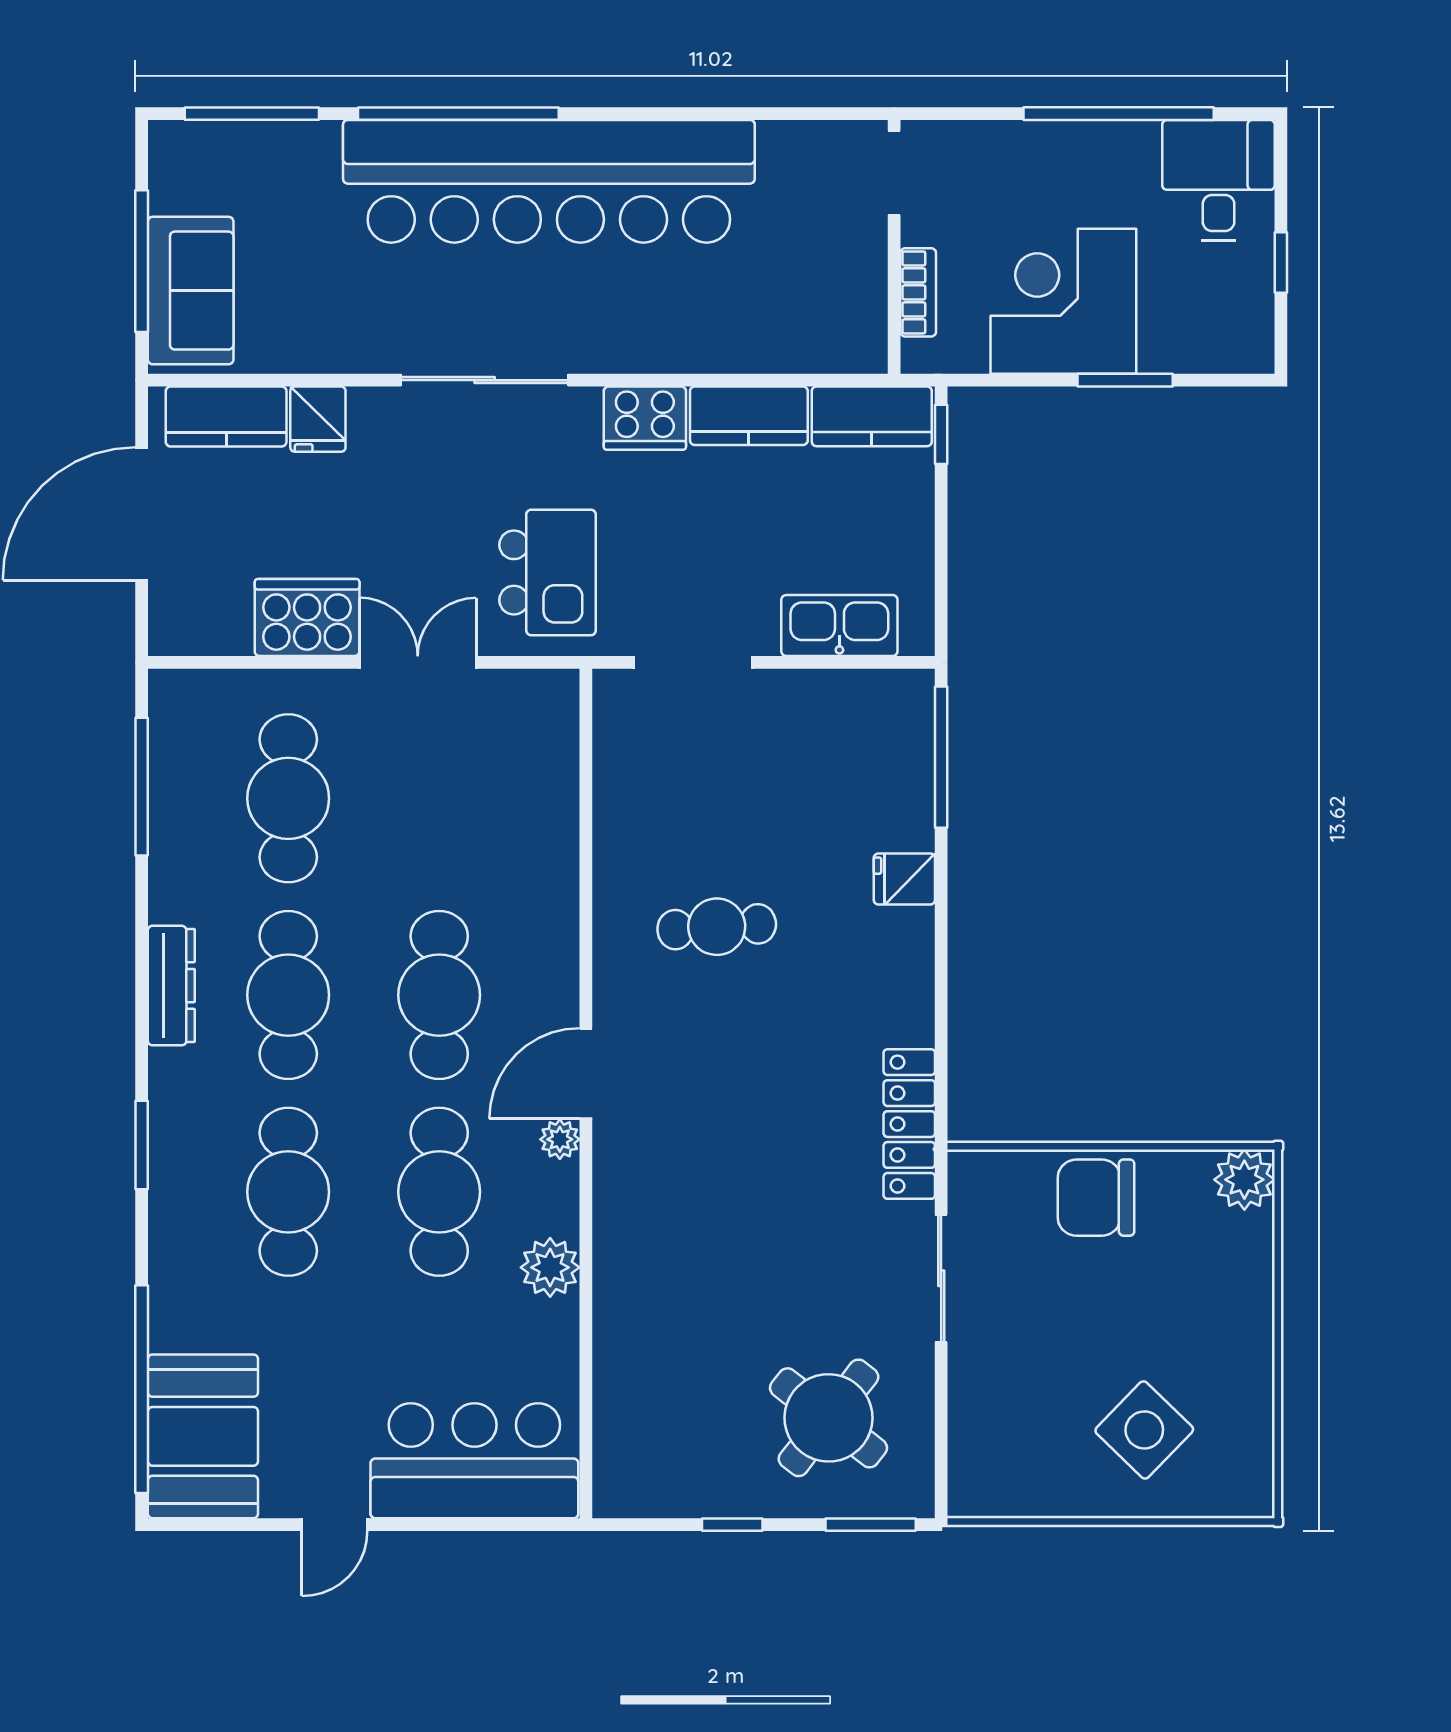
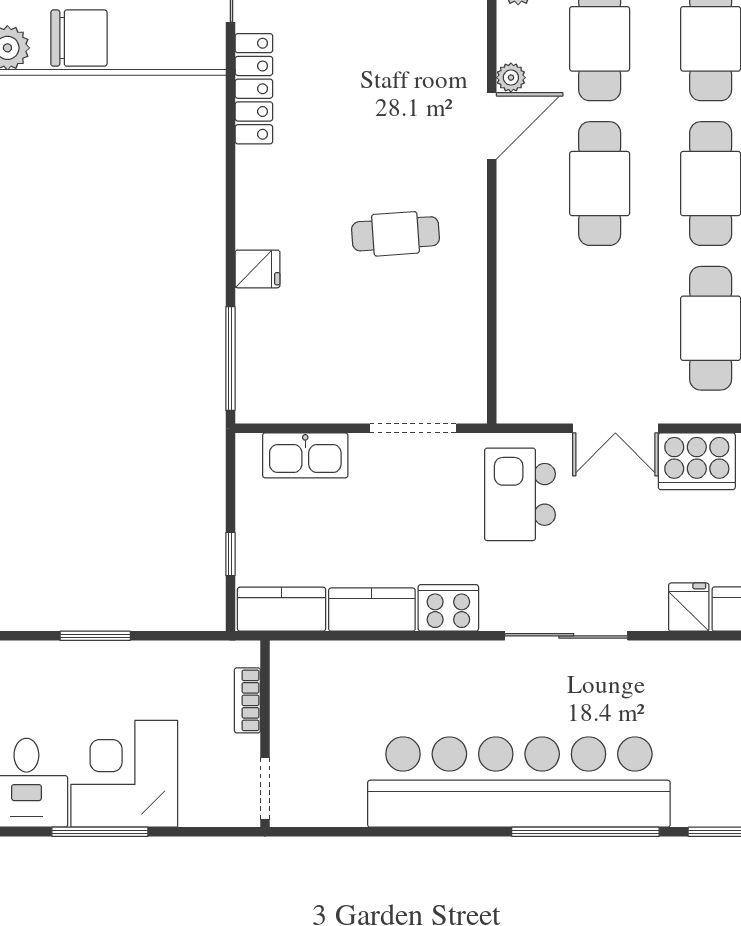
window: (1119, 114) -> (100, 832), width x0.68
corner desk: (1063, 301) -> (124, 774), moved, turned 180
window: (941, 434) -> (230, 554), moved
chair: (1096, 1198) -> (79, 38), moved

